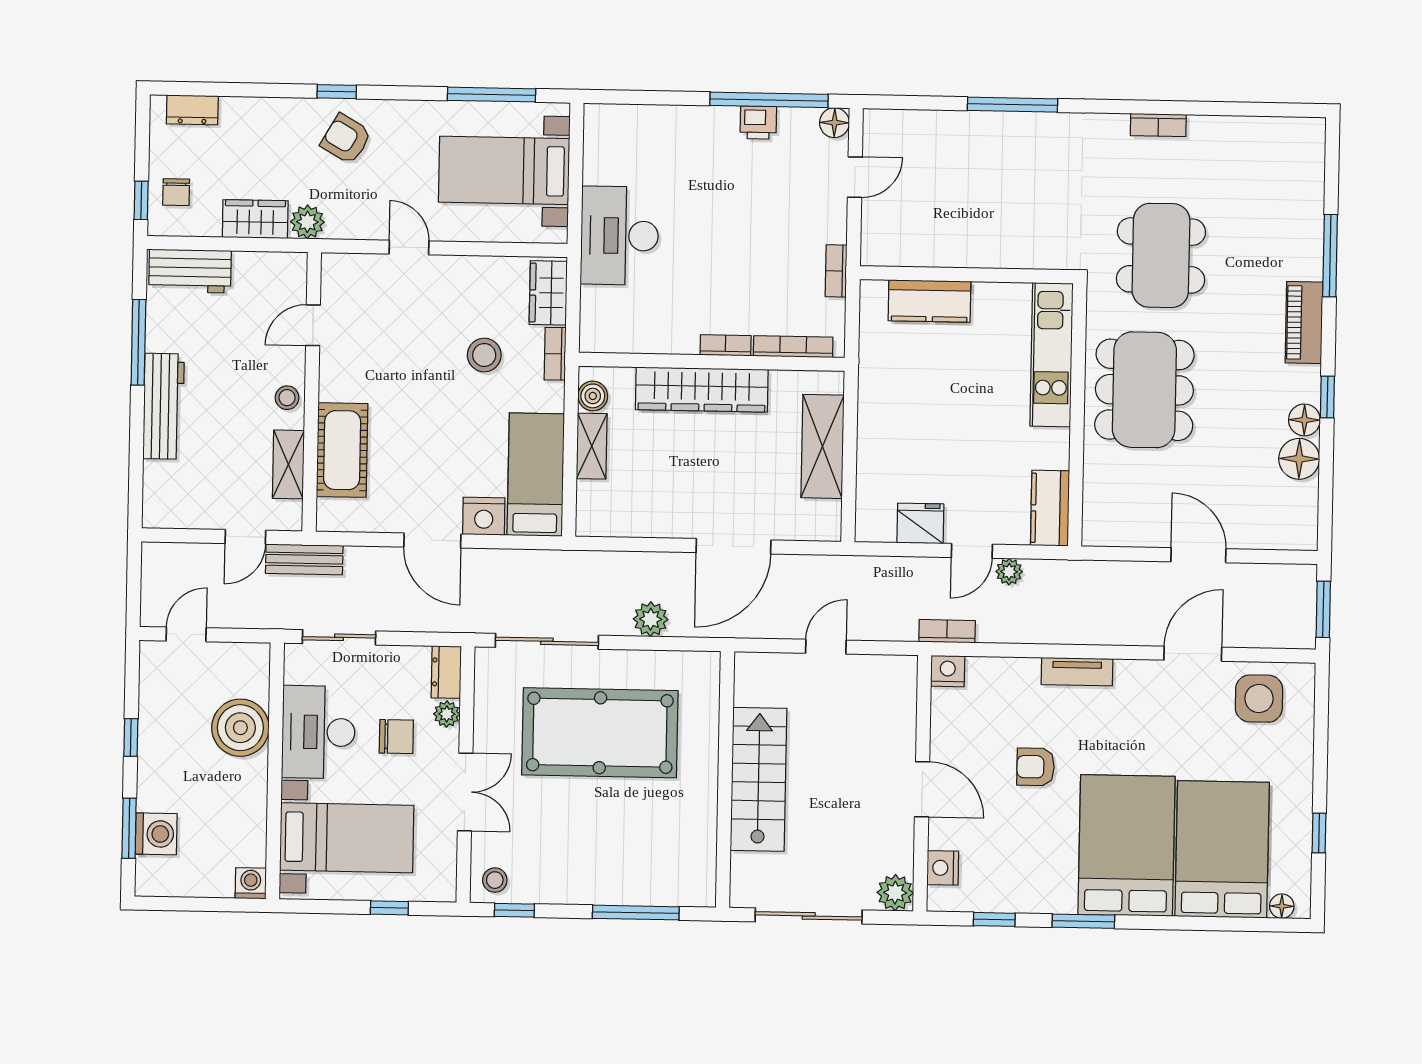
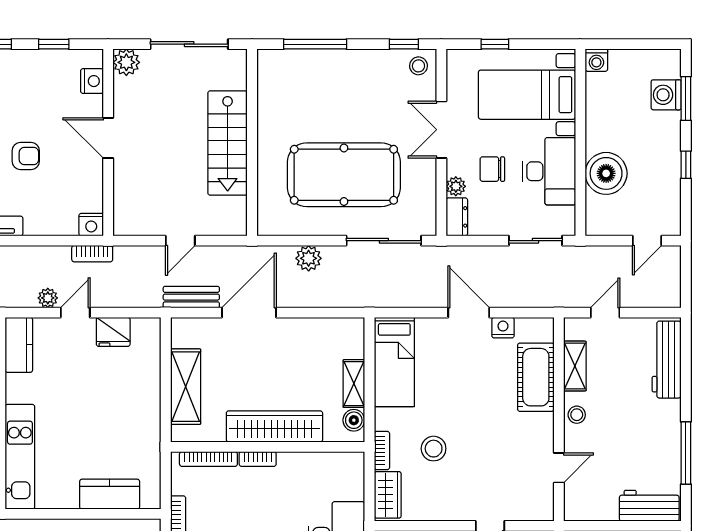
workbench: (164, 406) -> (667, 360), moved
nightstand: (484, 516) -> (503, 328), moved, width x0.74, depth x0.75
bench: (304, 559) -> (191, 297), moved

